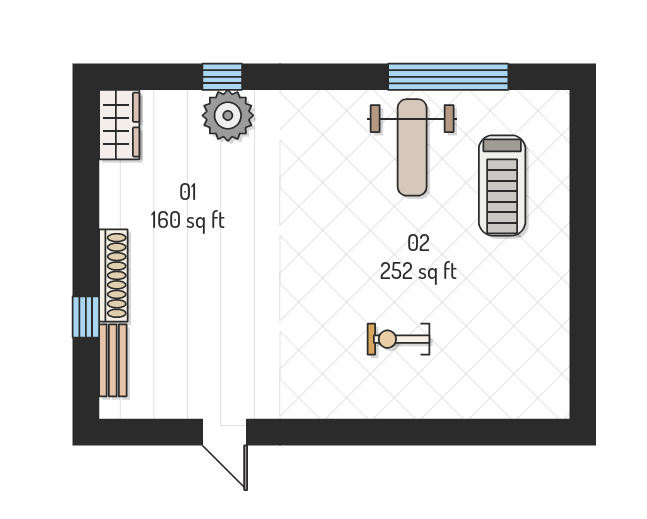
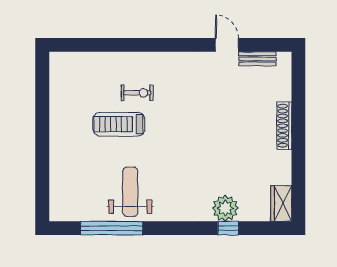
treadmill: (502, 185) -> (119, 124), moved, turned -90
window: (86, 317) -> (298, 104), removed
bench: (113, 360) -> (257, 59), moved, turned 90

